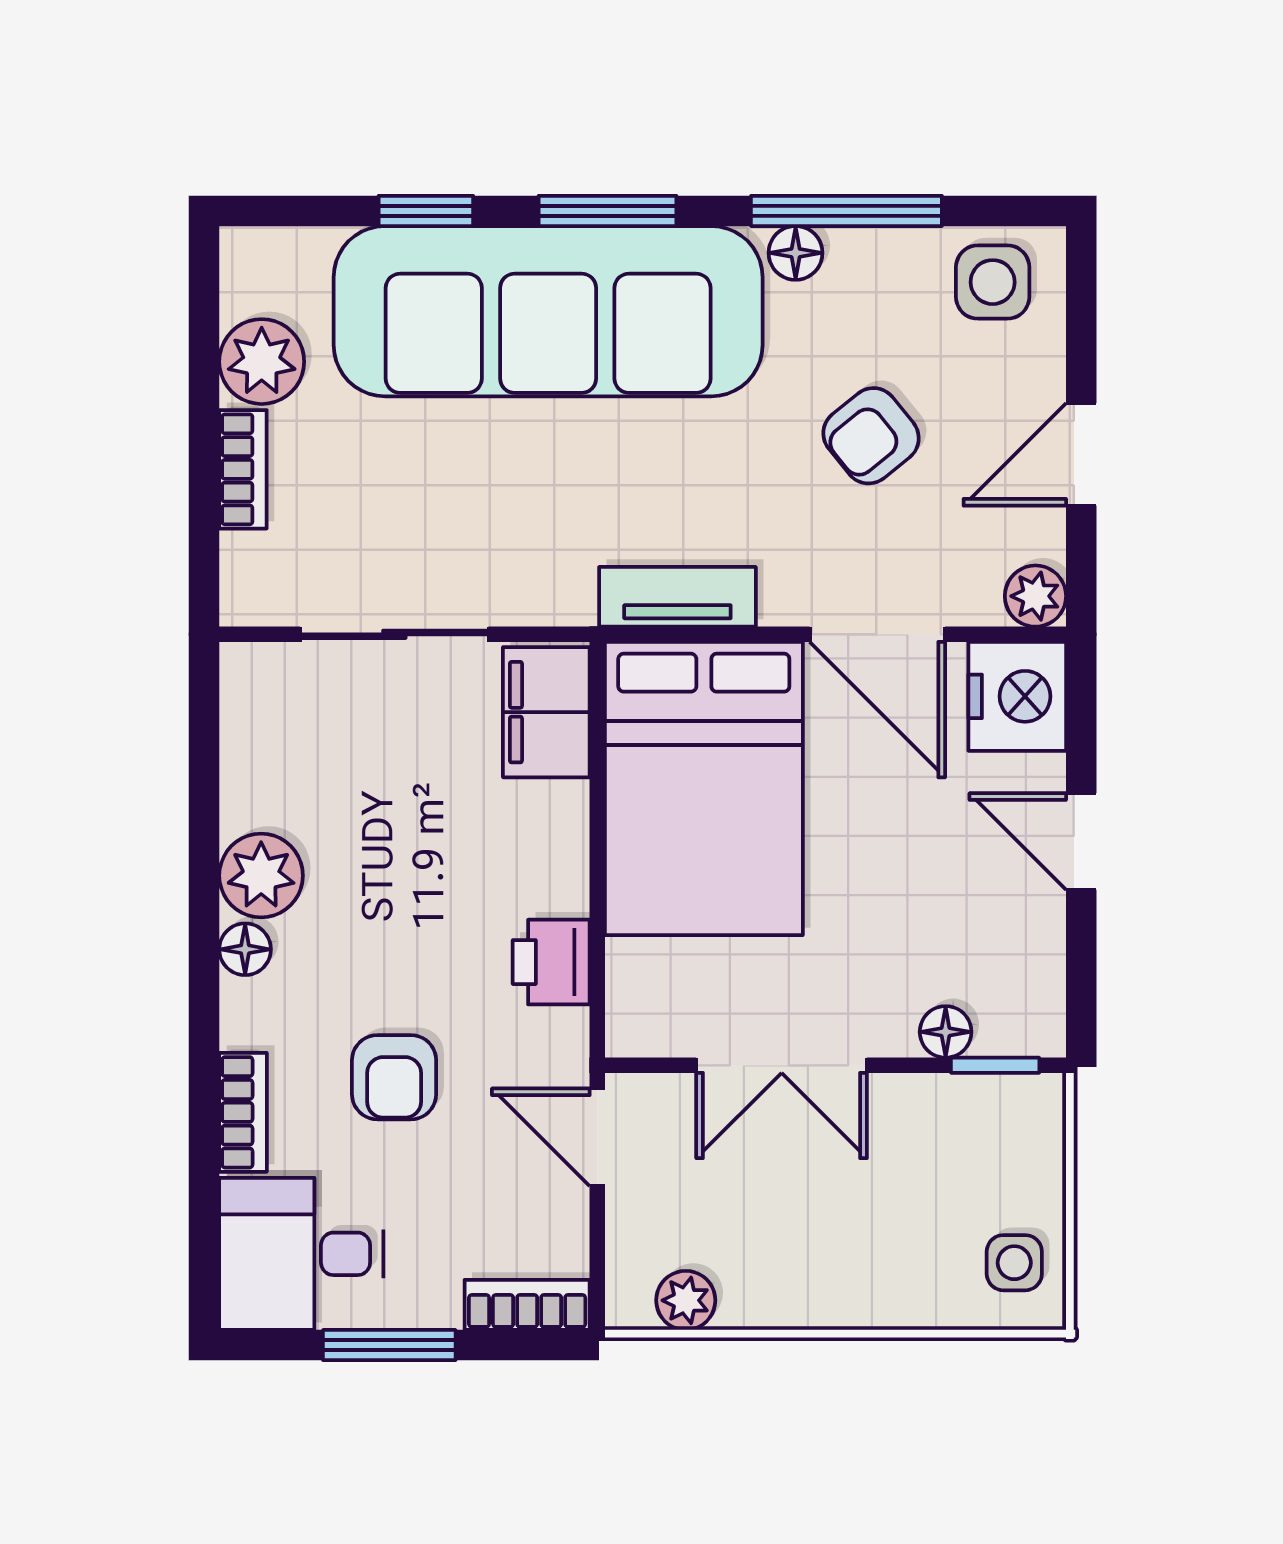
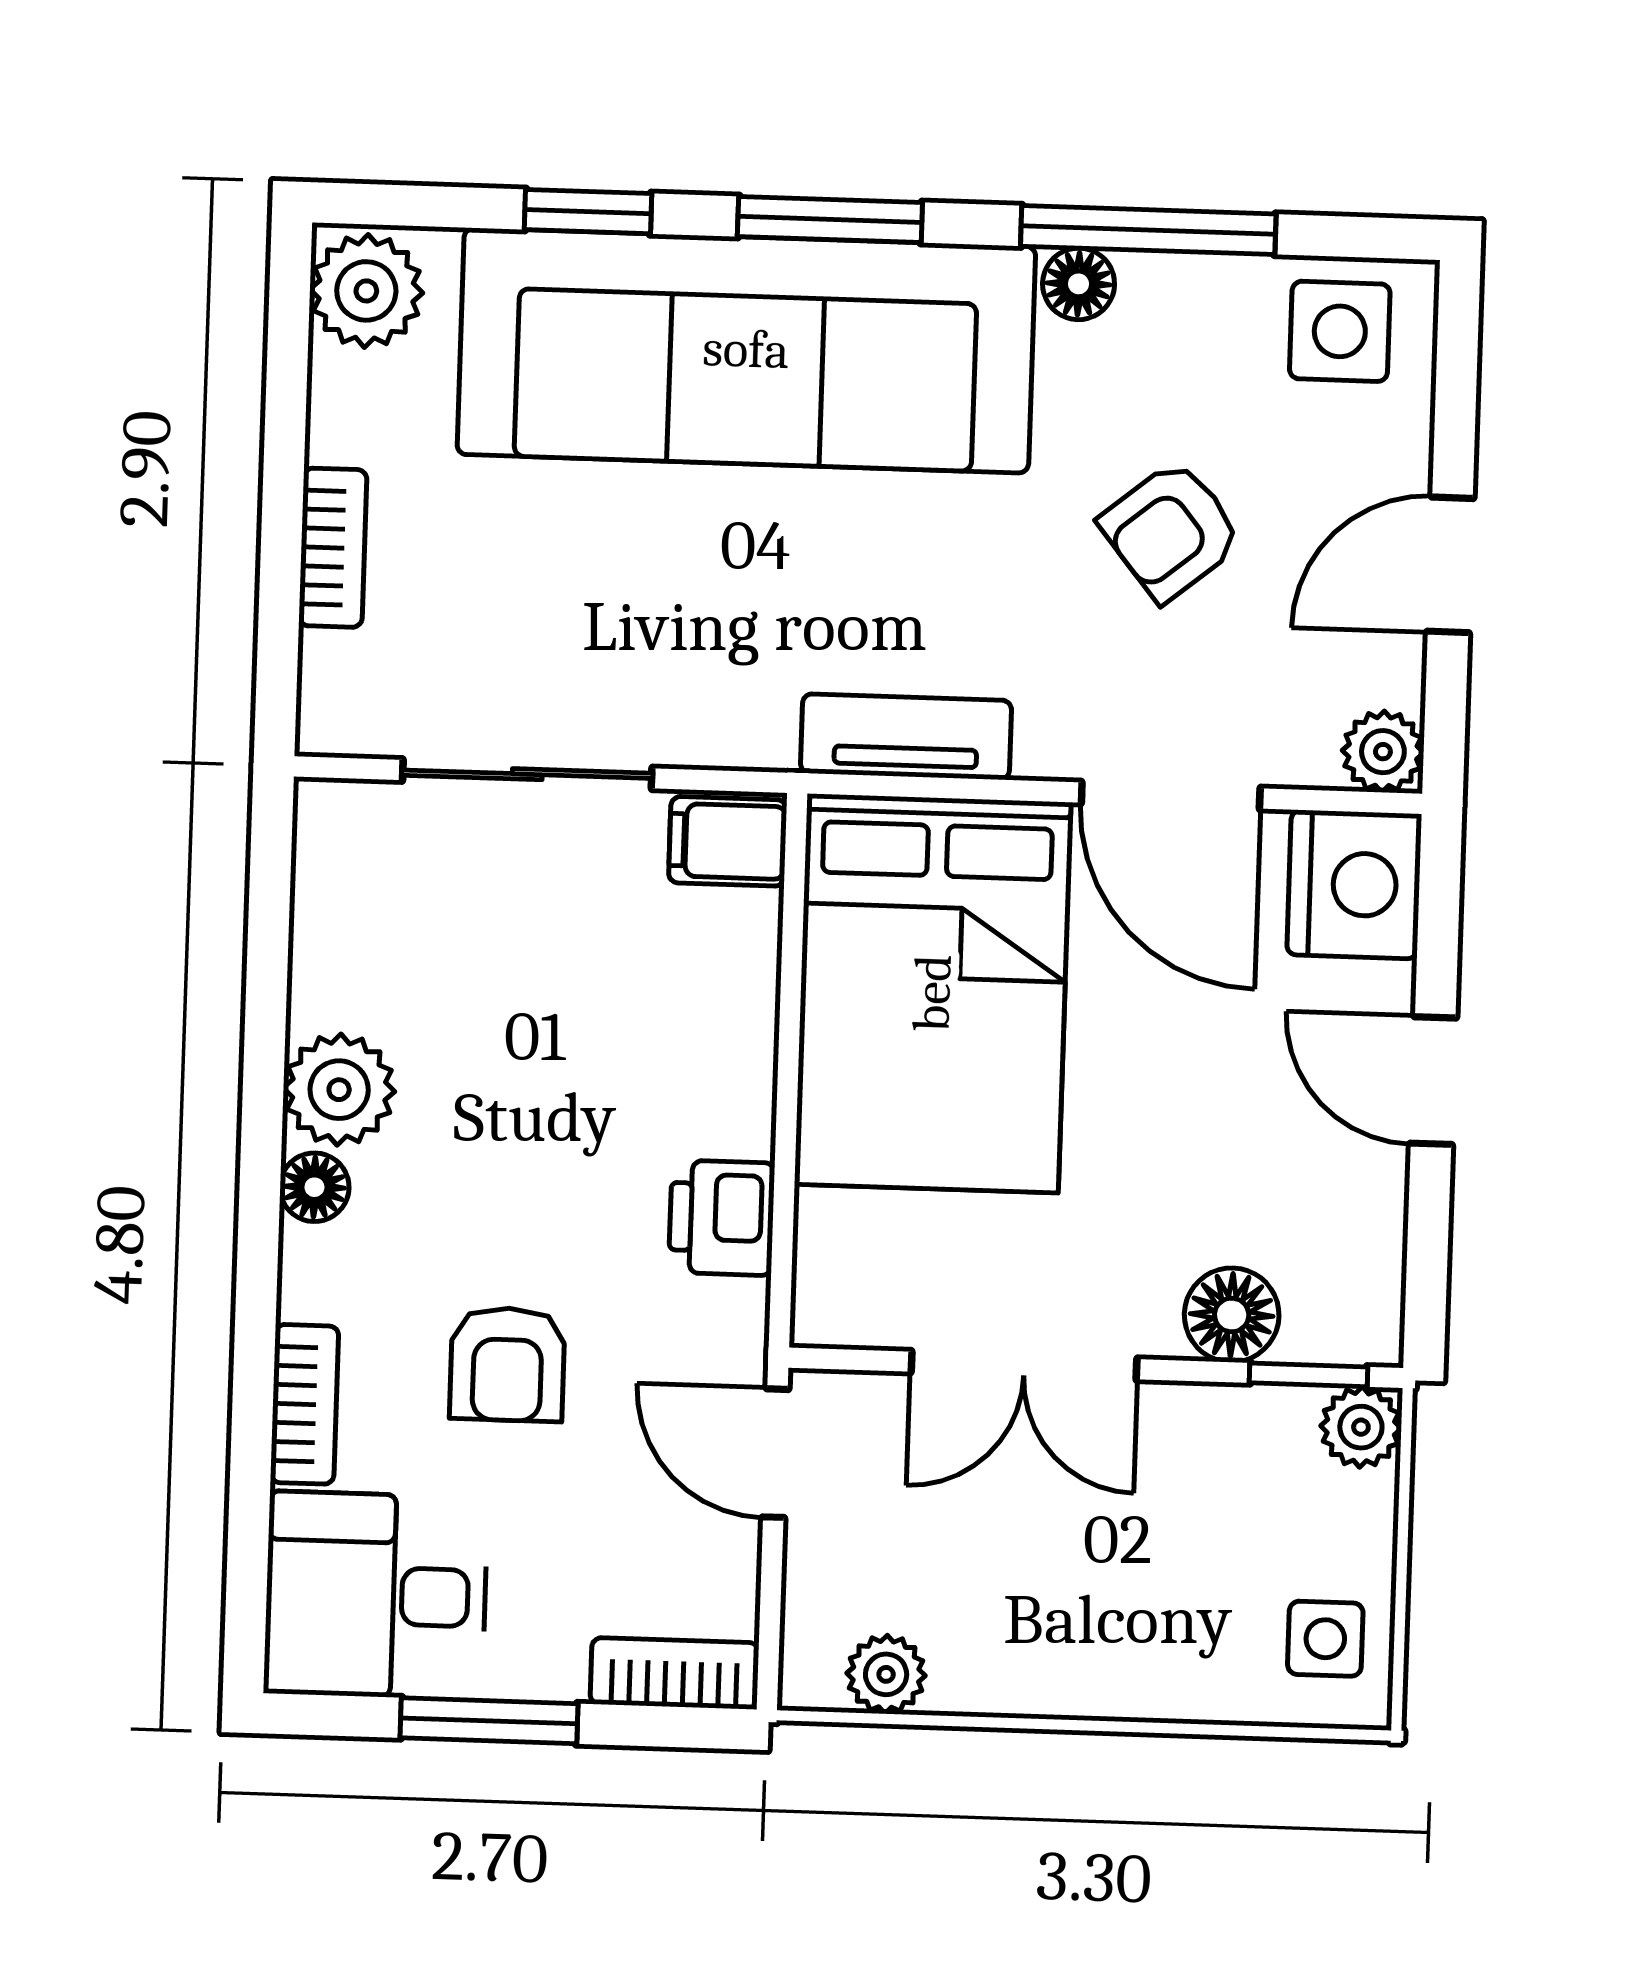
plant: (262, 362) -> (366, 291), moved
filing cabinet: (546, 712) -> (728, 841), width x0.50
floor lamp: (946, 1032) -> (1232, 1315), width x1.37, depth x1.37
plant: (1036, 1103) -> (1361, 1427), added

